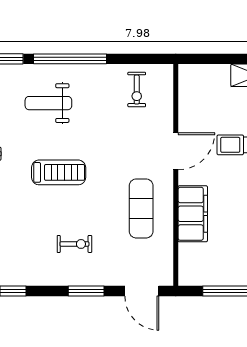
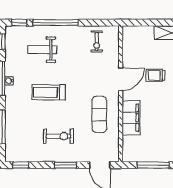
treadmill: (59, 172) -> (49, 92), turned 180
exercise bike: (74, 244) -> (58, 136), width x1.38, depth x1.39

